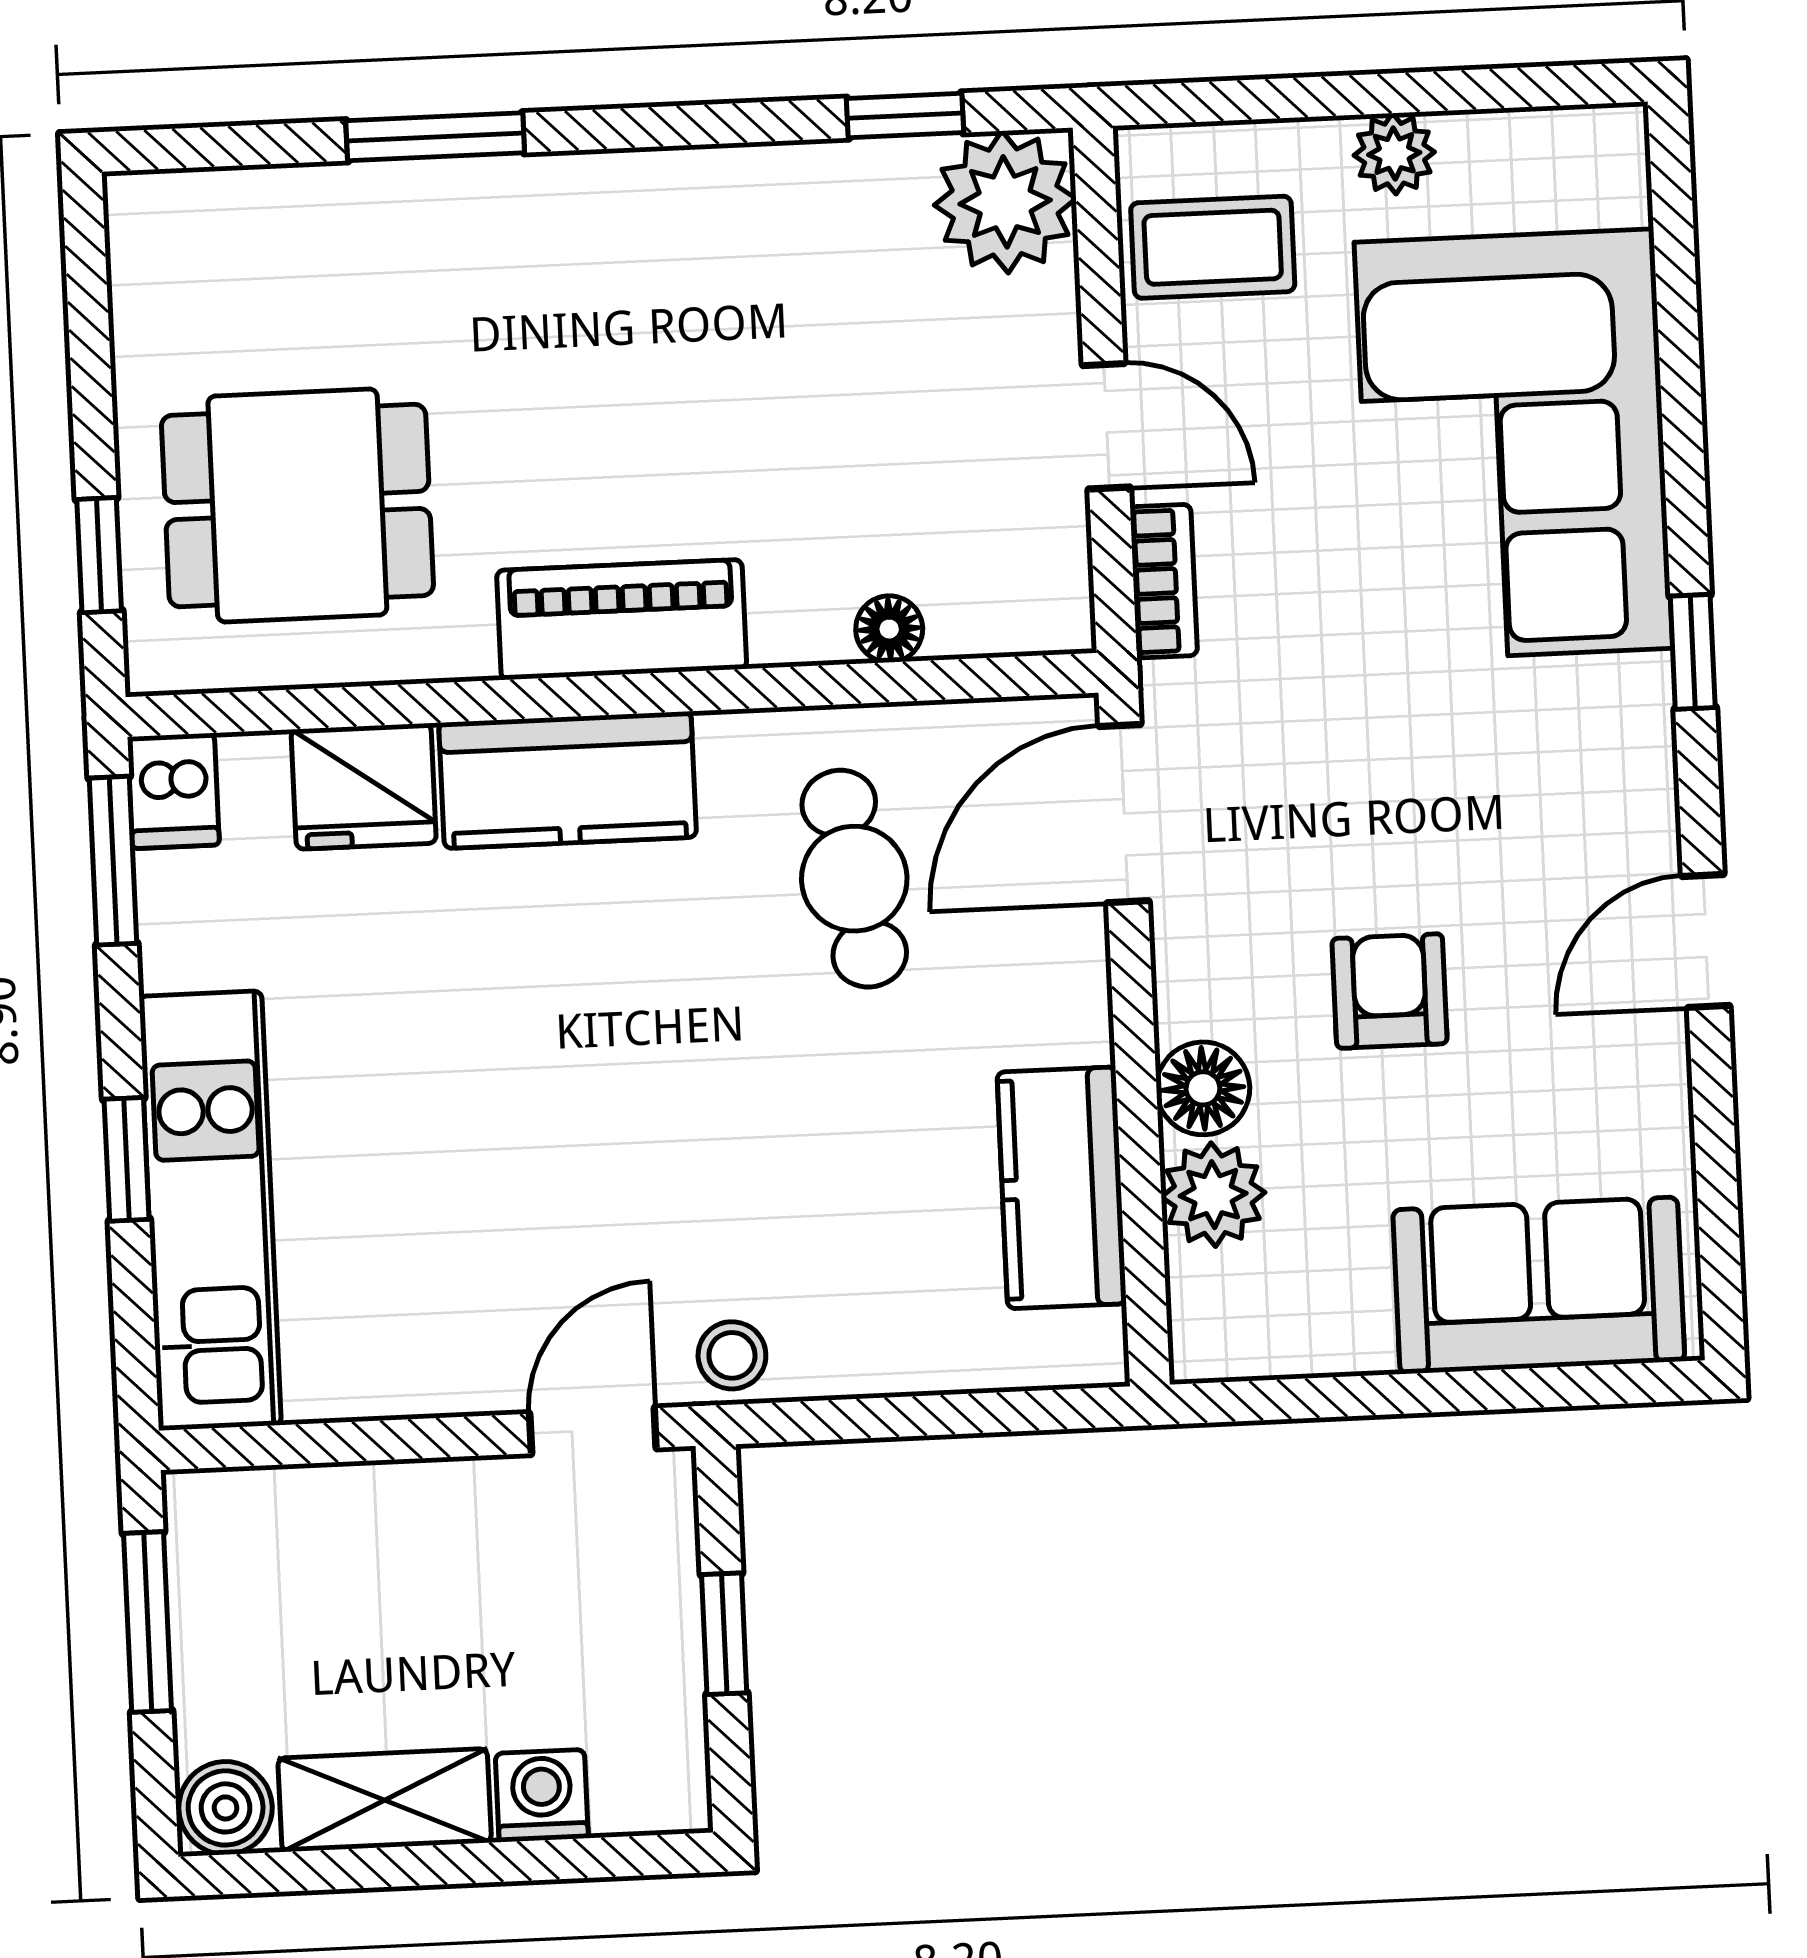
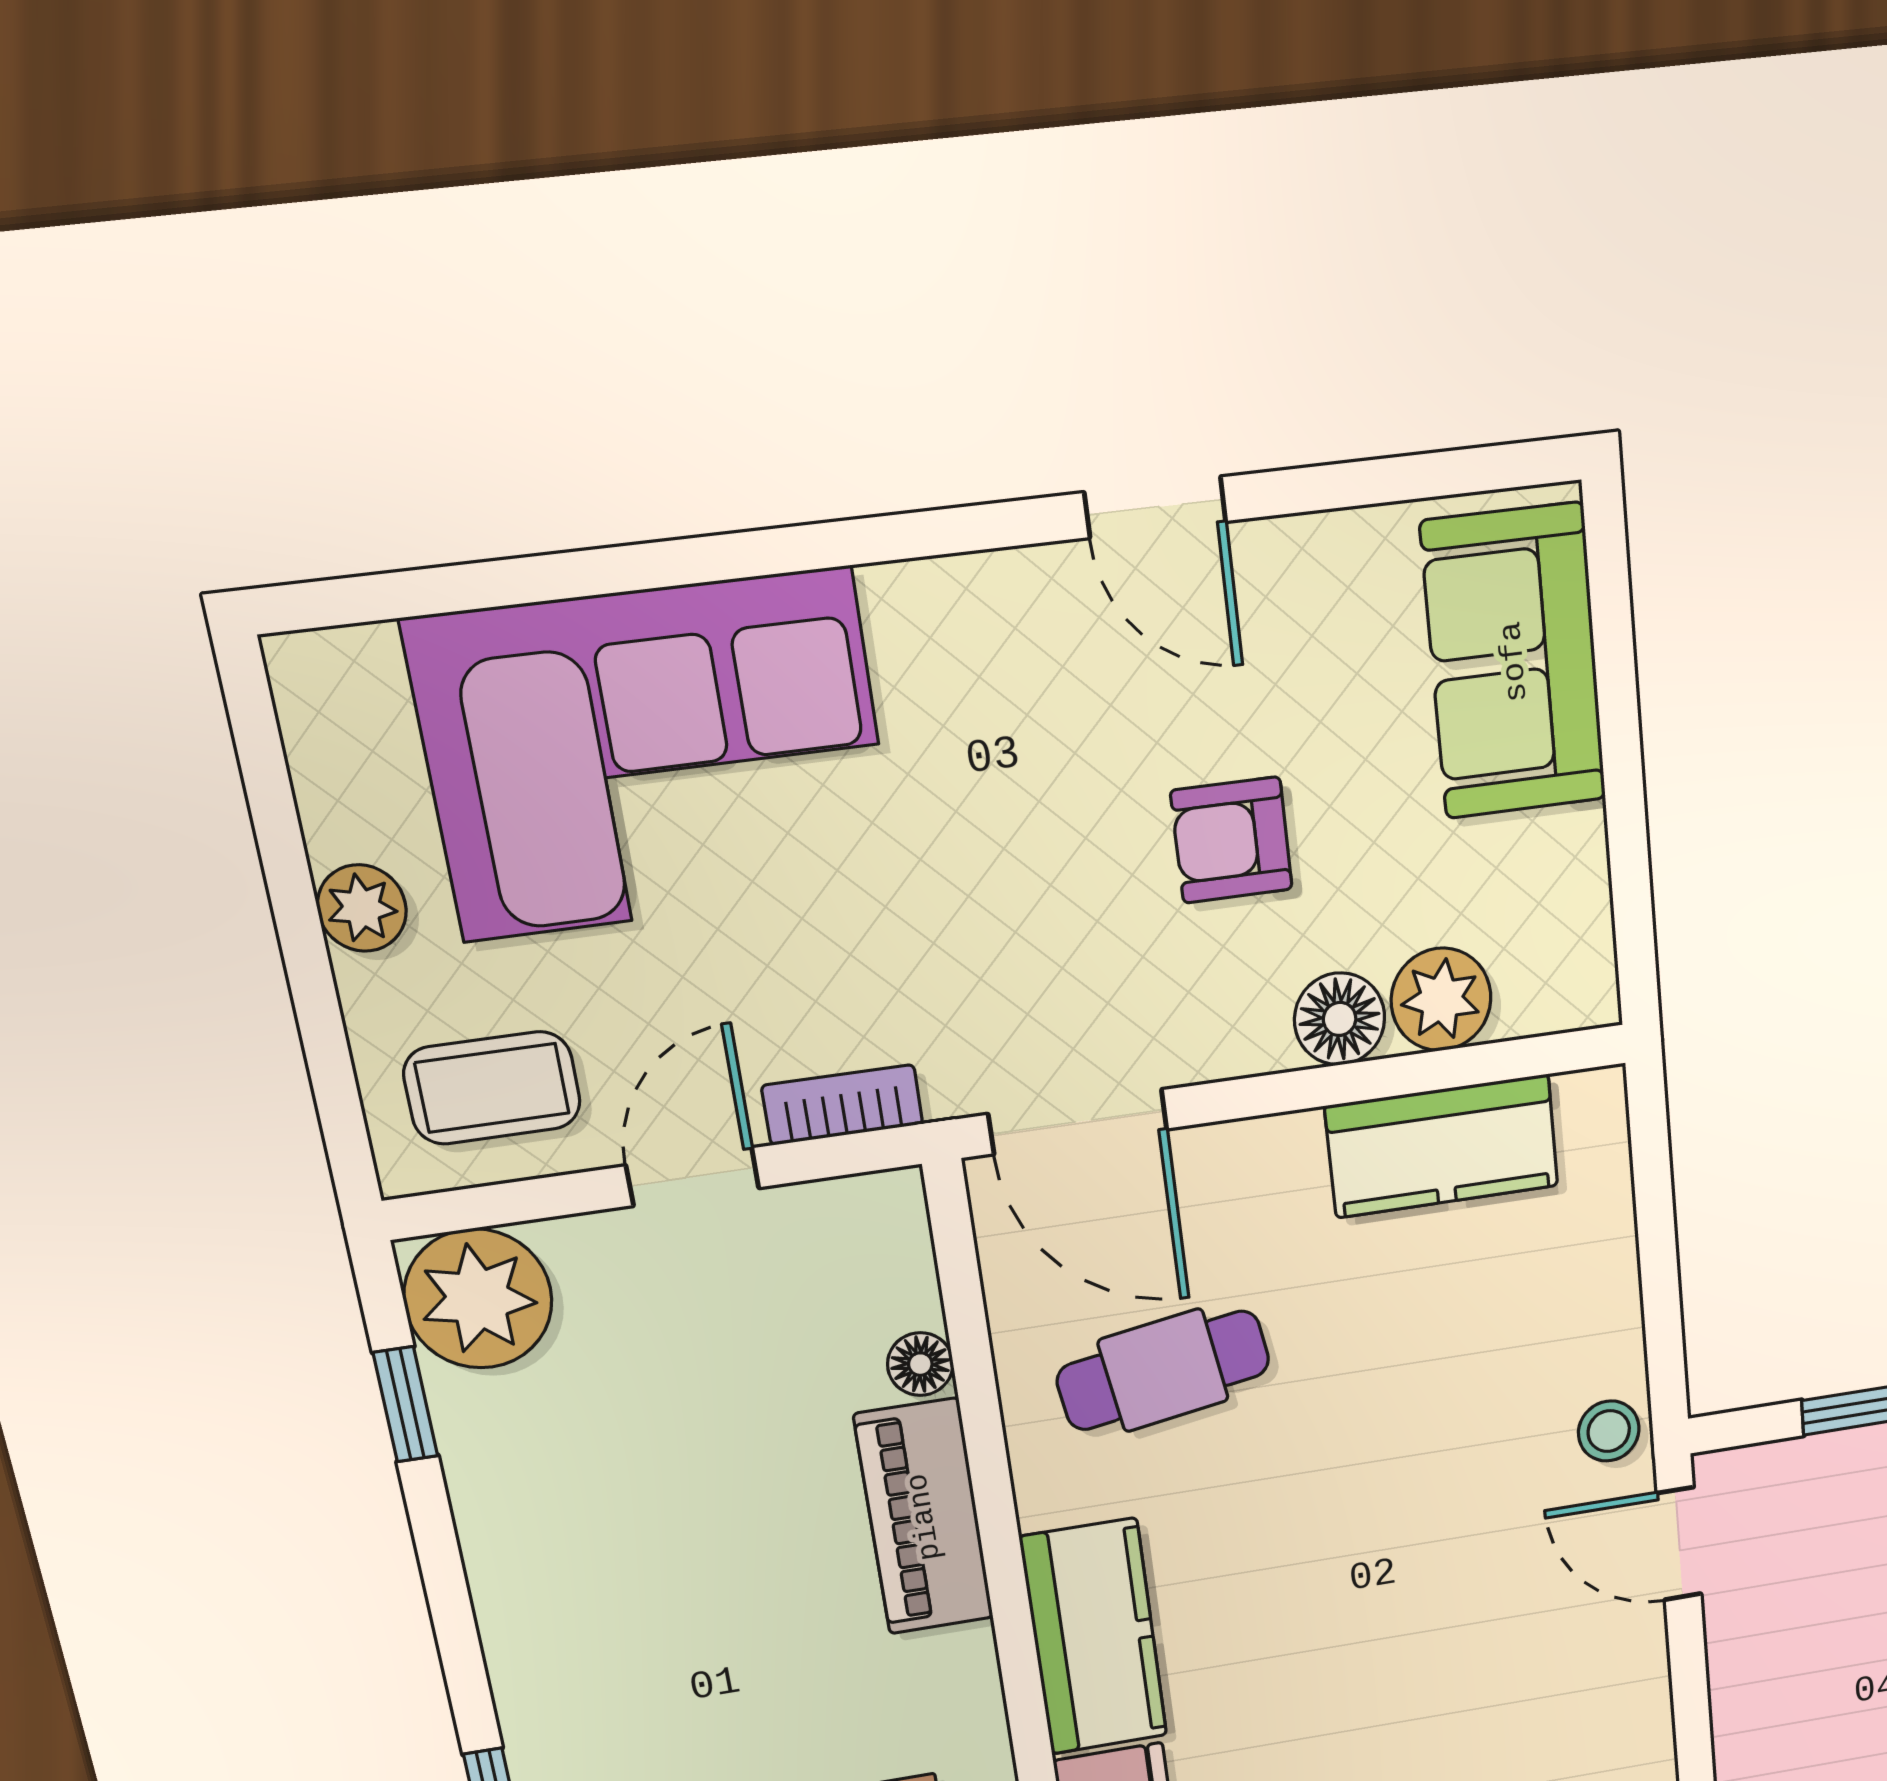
coffee table: (1213, 247) -> (492, 1088), turned 90
piano: (622, 620) -> (924, 1517), moved
window: (1693, 652) -> (852, 542), removed

